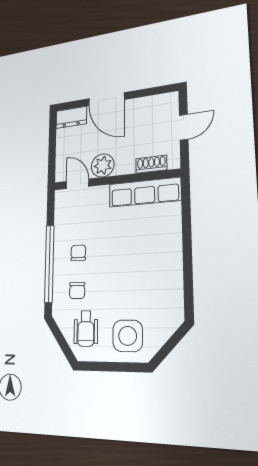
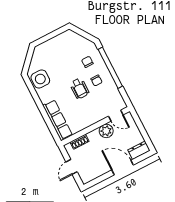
row of seats: (145, 192) -> (58, 120), moved, turned 90
wheelchair: (86, 329) -> (79, 88), moved, turned 180
side table: (128, 336) -> (40, 79), moved

